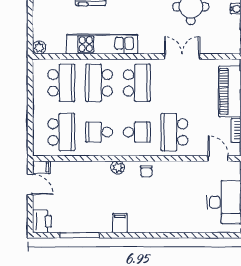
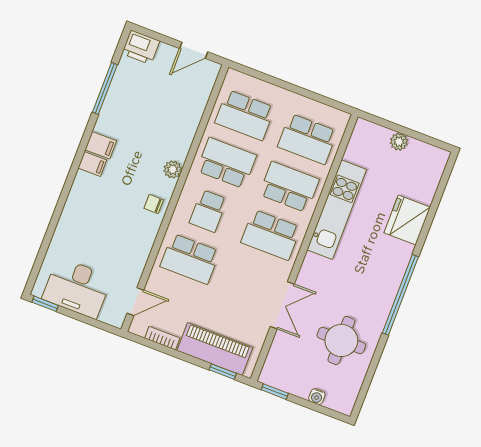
plant: (39, 48) -> (399, 142), moved
school desk: (99, 132) -> (227, 163), width x1.85
school desk: (174, 132) -> (190, 259), turned 180
filing cabinet: (41, 167) -> (92, 164), moved, turned -90

